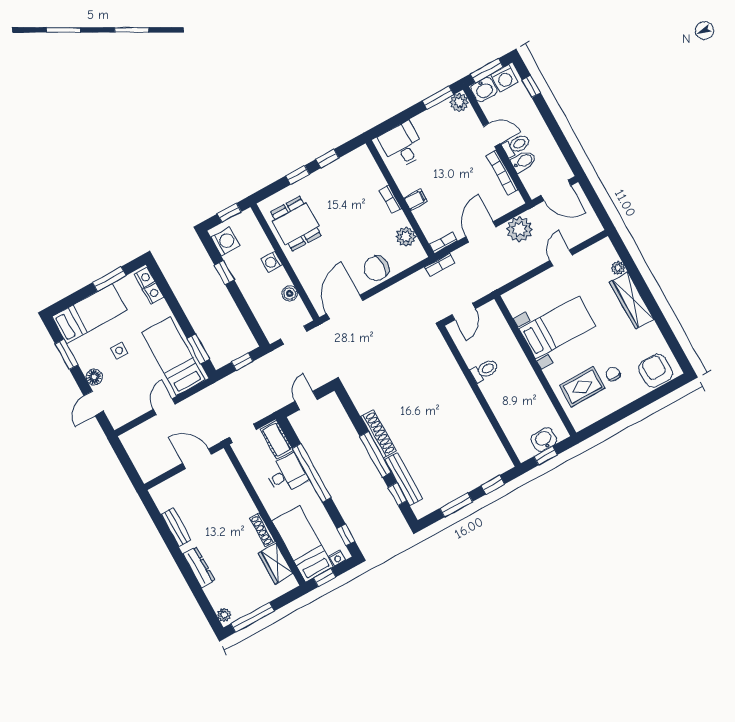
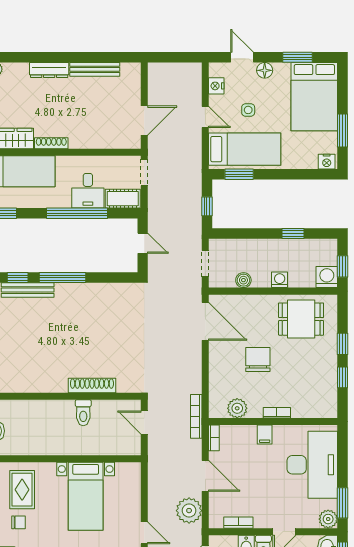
desk: (402, 145) -> (312, 465), width x1.87, depth x1.30
bookcase: (502, 173) -> (238, 523), width x0.64
washing machine: (225, 241) -> (327, 277), moved, turned 180
bookcase: (440, 265) -> (196, 416), width x1.56
chair: (376, 268) -> (258, 360), moved
nightstand: (153, 294) -> (216, 86), moved, turned 90
bed: (89, 314) -> (314, 97), width x1.50
side table: (119, 350) -> (248, 110), moved
shoe rack: (378, 434) -> (92, 385), moved, turned 180
bench: (176, 527) -> (95, 69), width x1.36

